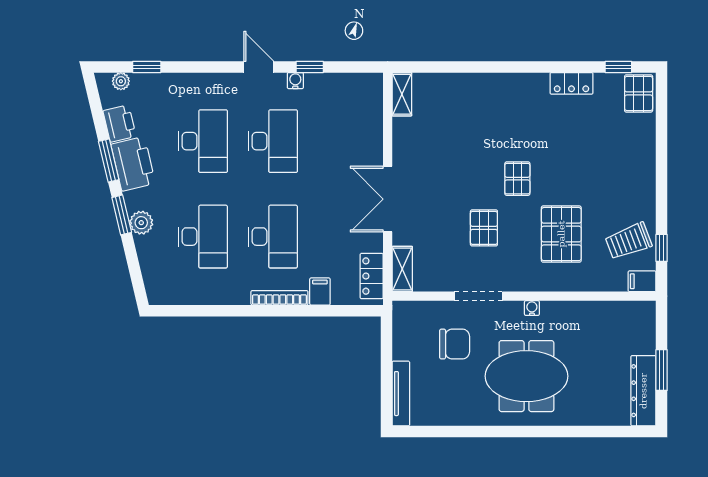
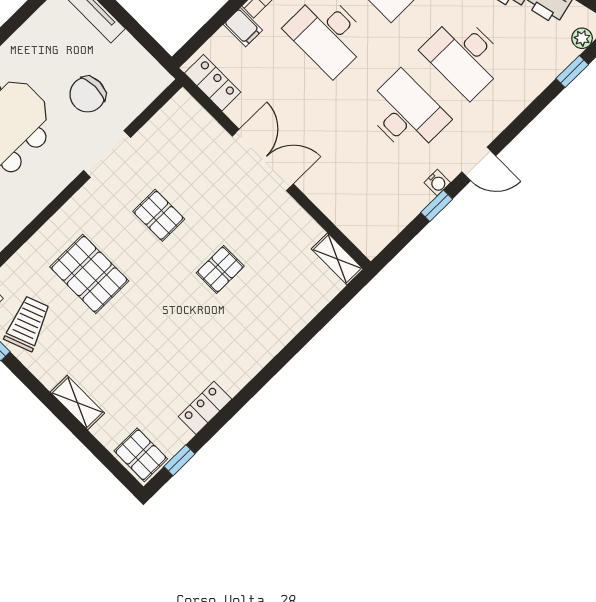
desk: (273, 141) -> (406, 114), turned 180
pallet: (517, 179) -> (220, 269), moved, turned 90
shelving: (402, 269) -> (77, 403), moved
water cooler: (532, 308) -> (53, 188), removed

